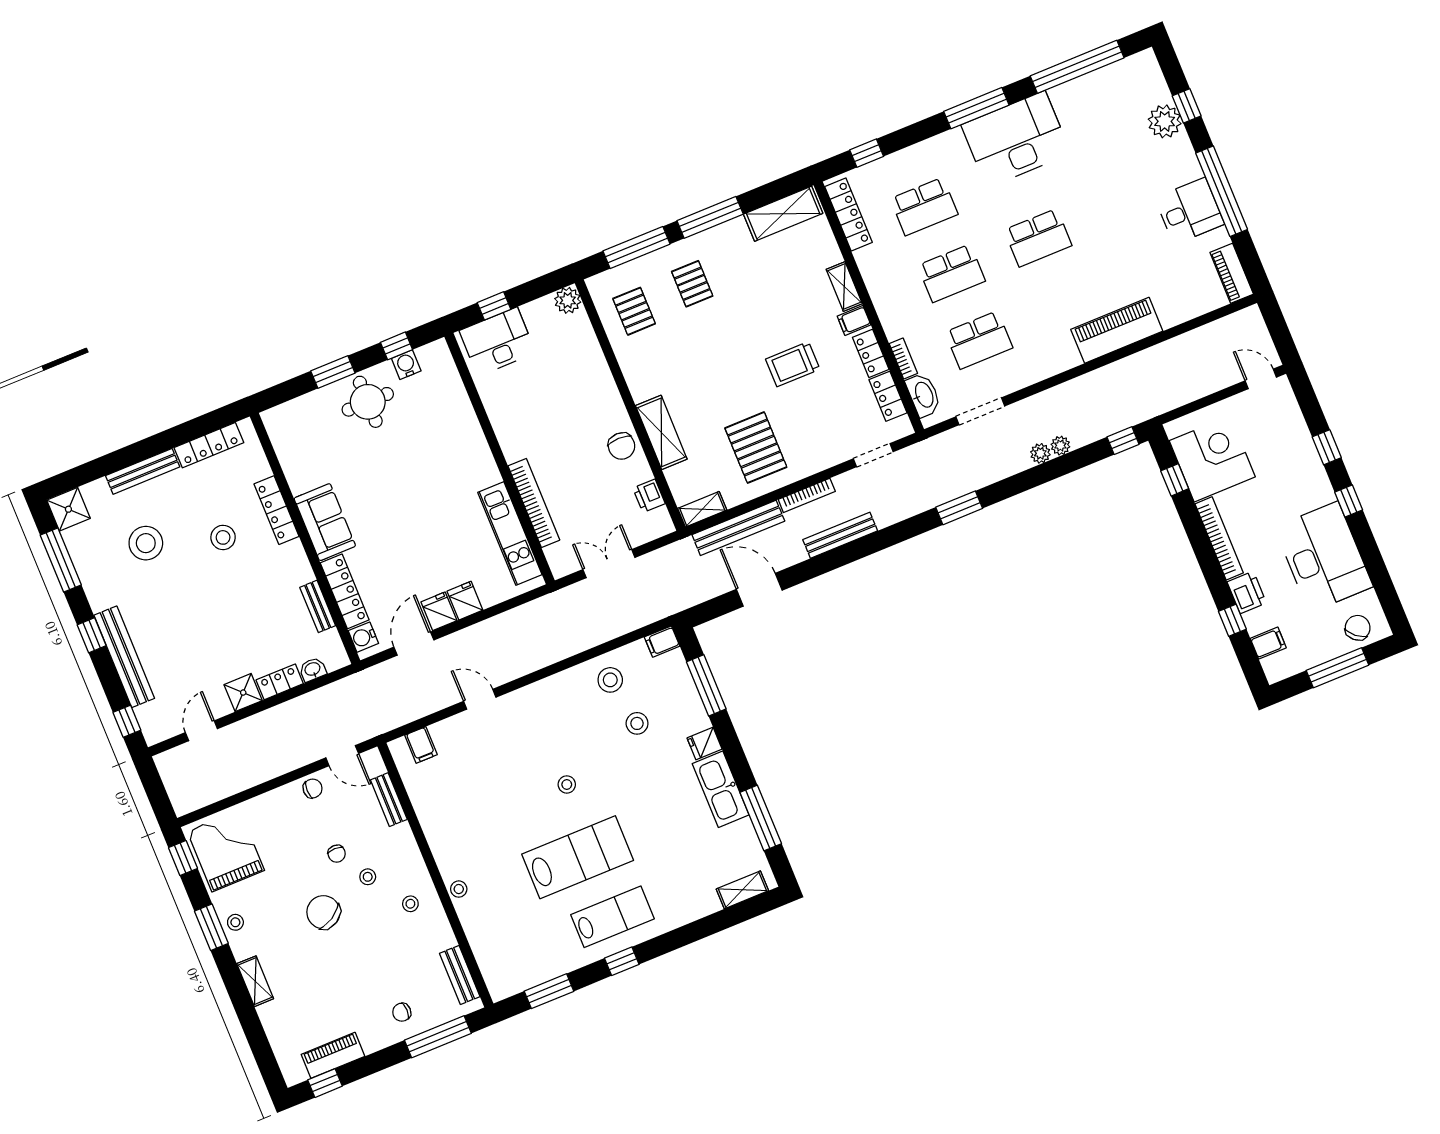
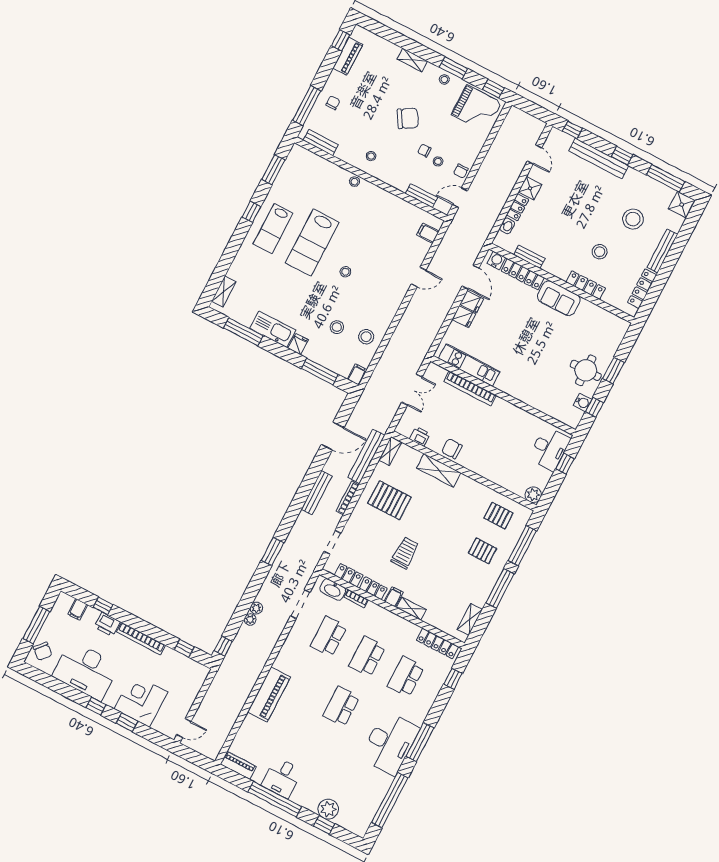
shelving: (783, 214) -> (470, 619), width x0.67, depth x0.75
corner desk: (1212, 459) -> (141, 701), moved, turned 180
stool: (368, 877) -> (438, 161), moved

